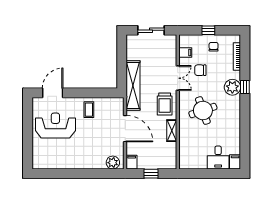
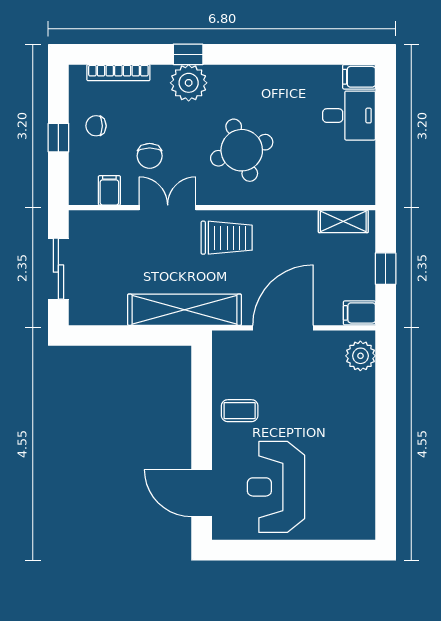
shelving: (172, 131) -> (343, 221), moved

